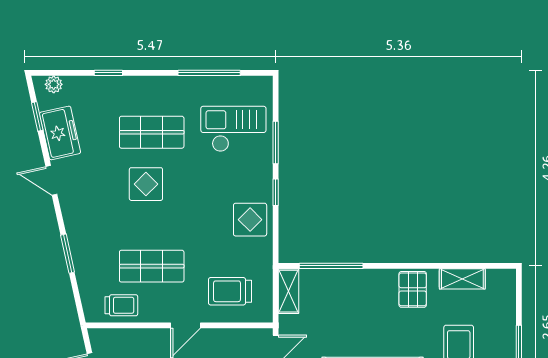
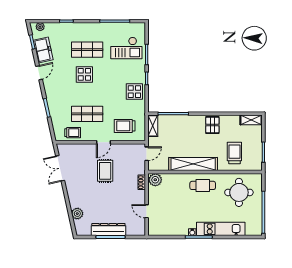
checkout: (233, 129) -> (126, 48), turned 180
door: (51, 180) -> (39, 73), swing flipped
shelving: (462, 279) -> (251, 120), moved

